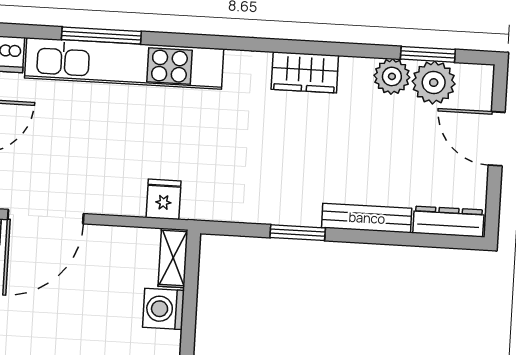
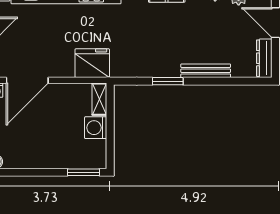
fridge: (164, 199) -> (92, 63), width x1.88, depth x1.34
dresser: (448, 222) -> (264, 58), moved, turned -90

